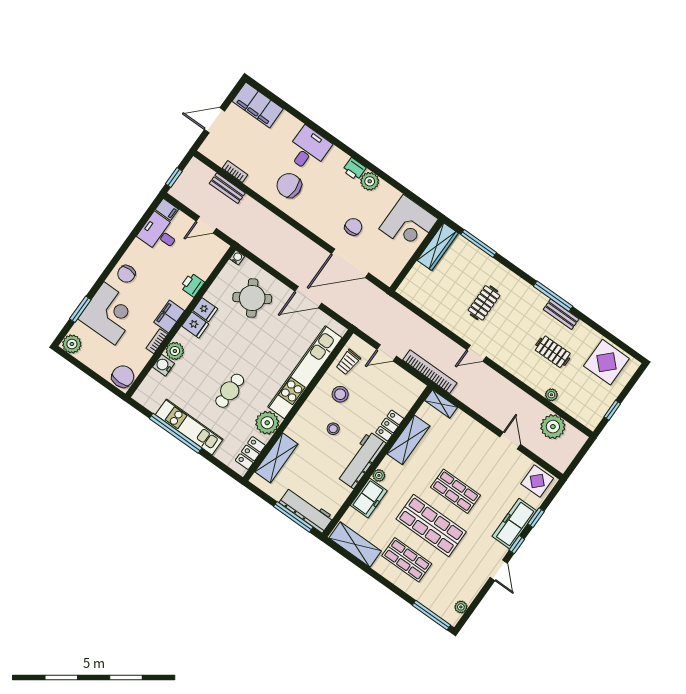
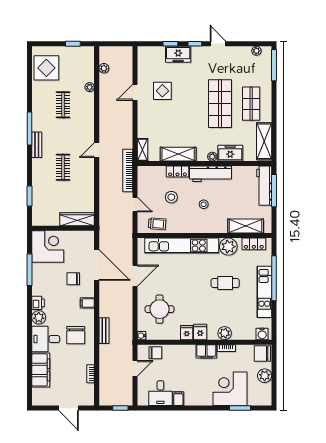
filing cabinet: (258, 105) -> (41, 370), moved
plant: (370, 181) -> (39, 317), moved
window: (397, 186) -> (29, 270), added
bench: (227, 188) -> (104, 331), moved
filing cabinet: (167, 209) -> (178, 399), moved
filing cabinet: (316, 223) -> (87, 303), added
door: (206, 225) -> (135, 368), hinge flipped
window: (479, 243) -> (29, 196), width x0.69
wardrobe: (438, 247) -> (77, 219), moved
chair: (126, 274) -> (155, 353), moved
printer: (192, 285) -> (177, 351), removed
door: (308, 297) -> (135, 276), hinge flipped
round table: (252, 298) -> (159, 309), turned 32
clothes rail: (484, 303) -> (63, 167), turned 90
bench: (561, 314) -> (37, 145), moved
plant: (72, 344) -> (265, 376), moved
door: (477, 353) -> (97, 150), swing flipped
water cooler: (163, 365) -> (262, 334), moved
stool: (340, 394) -> (171, 197), moved
plant: (553, 427) -> (104, 68), width x0.53, depth x0.53
window: (176, 433) -> (274, 278), moved
display table: (537, 481) -> (162, 91), moved
shop shelf: (455, 491) -> (189, 104), removed
freezer: (514, 524) -> (178, 54), width x0.71
door: (499, 570) -> (218, 44), hinge flipped

